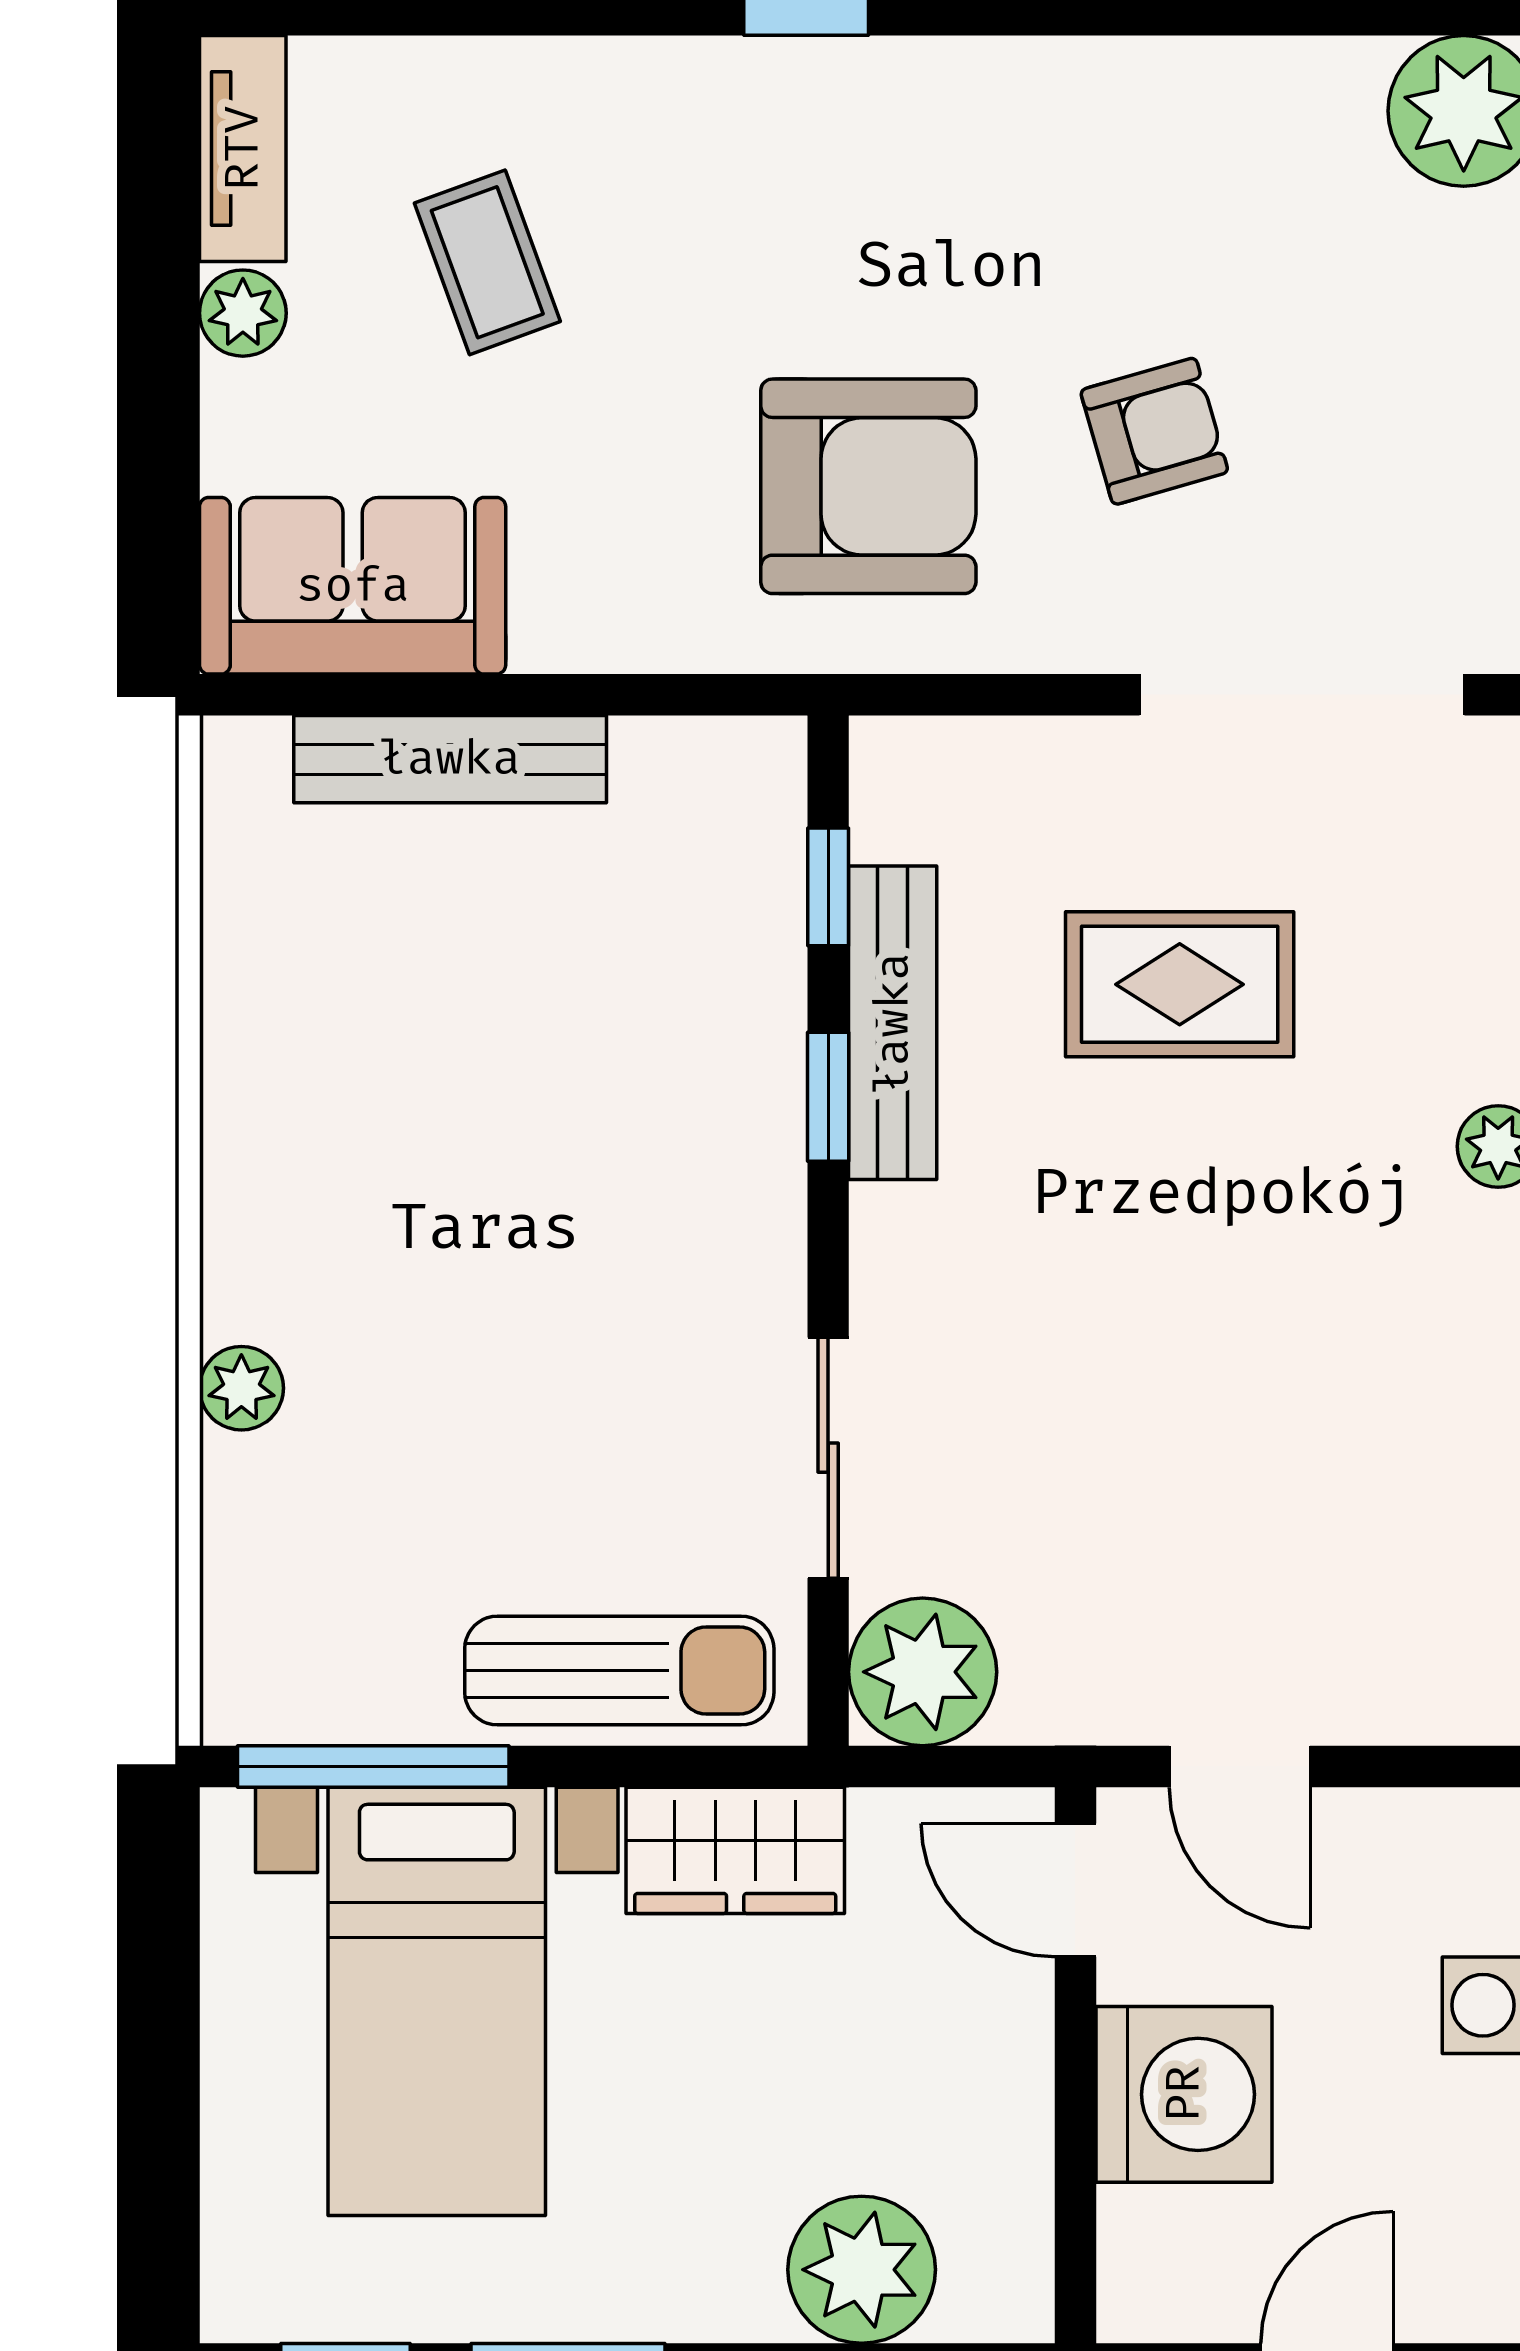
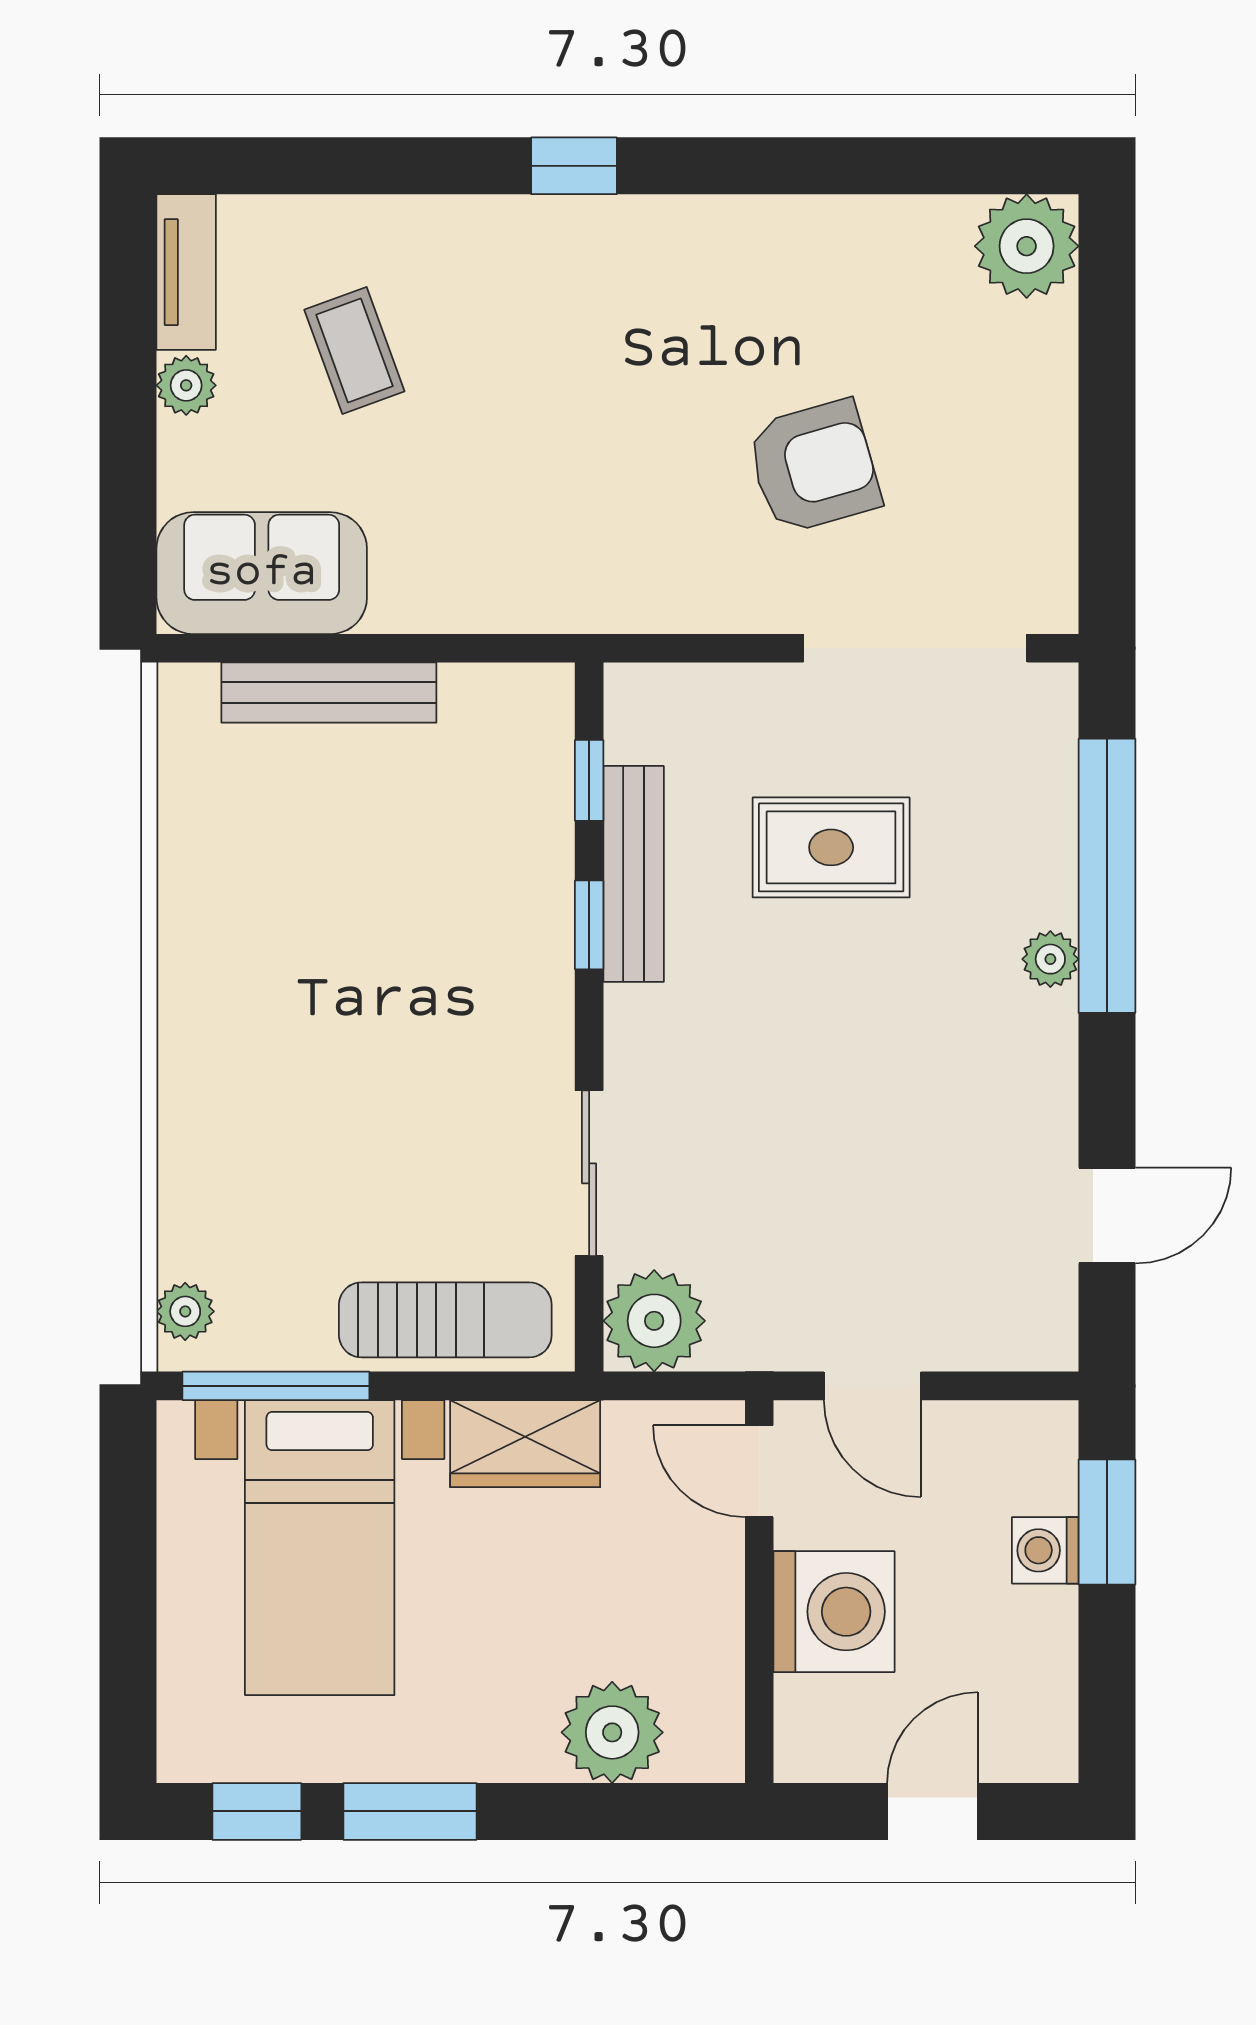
armchair: (1154, 431) -> (814, 467), width x1.38, depth x1.38
armchair: (868, 486) -> (617, 505), removed
plant: (241, 1388) -> (185, 1311), moved

